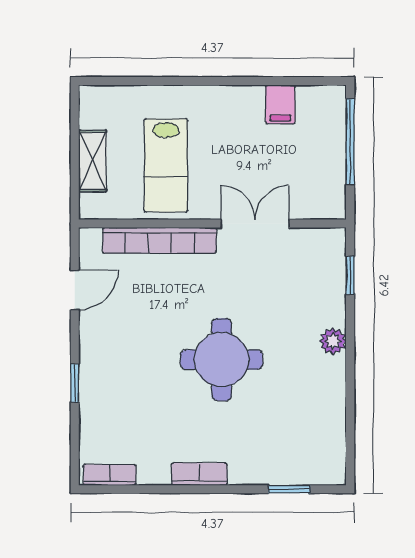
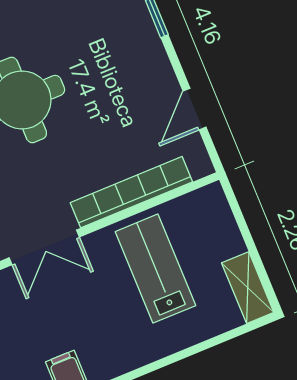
shelving: (93, 161) -> (248, 288), moved

